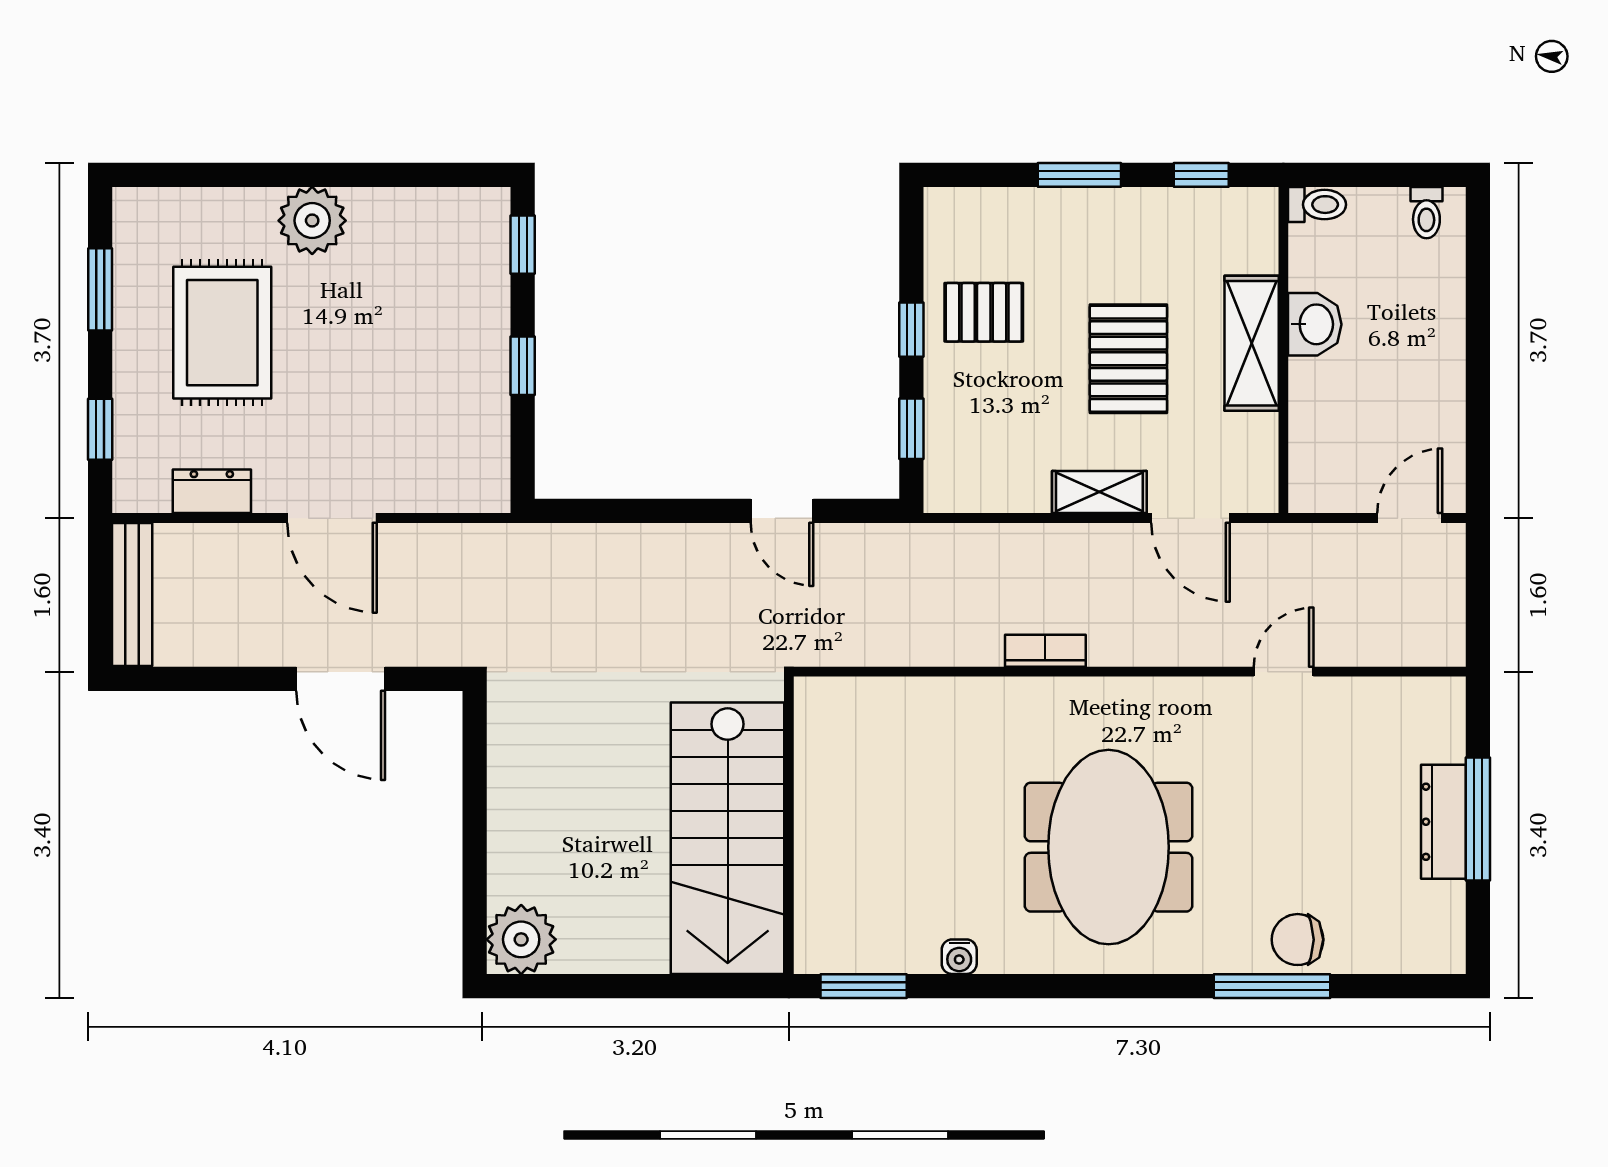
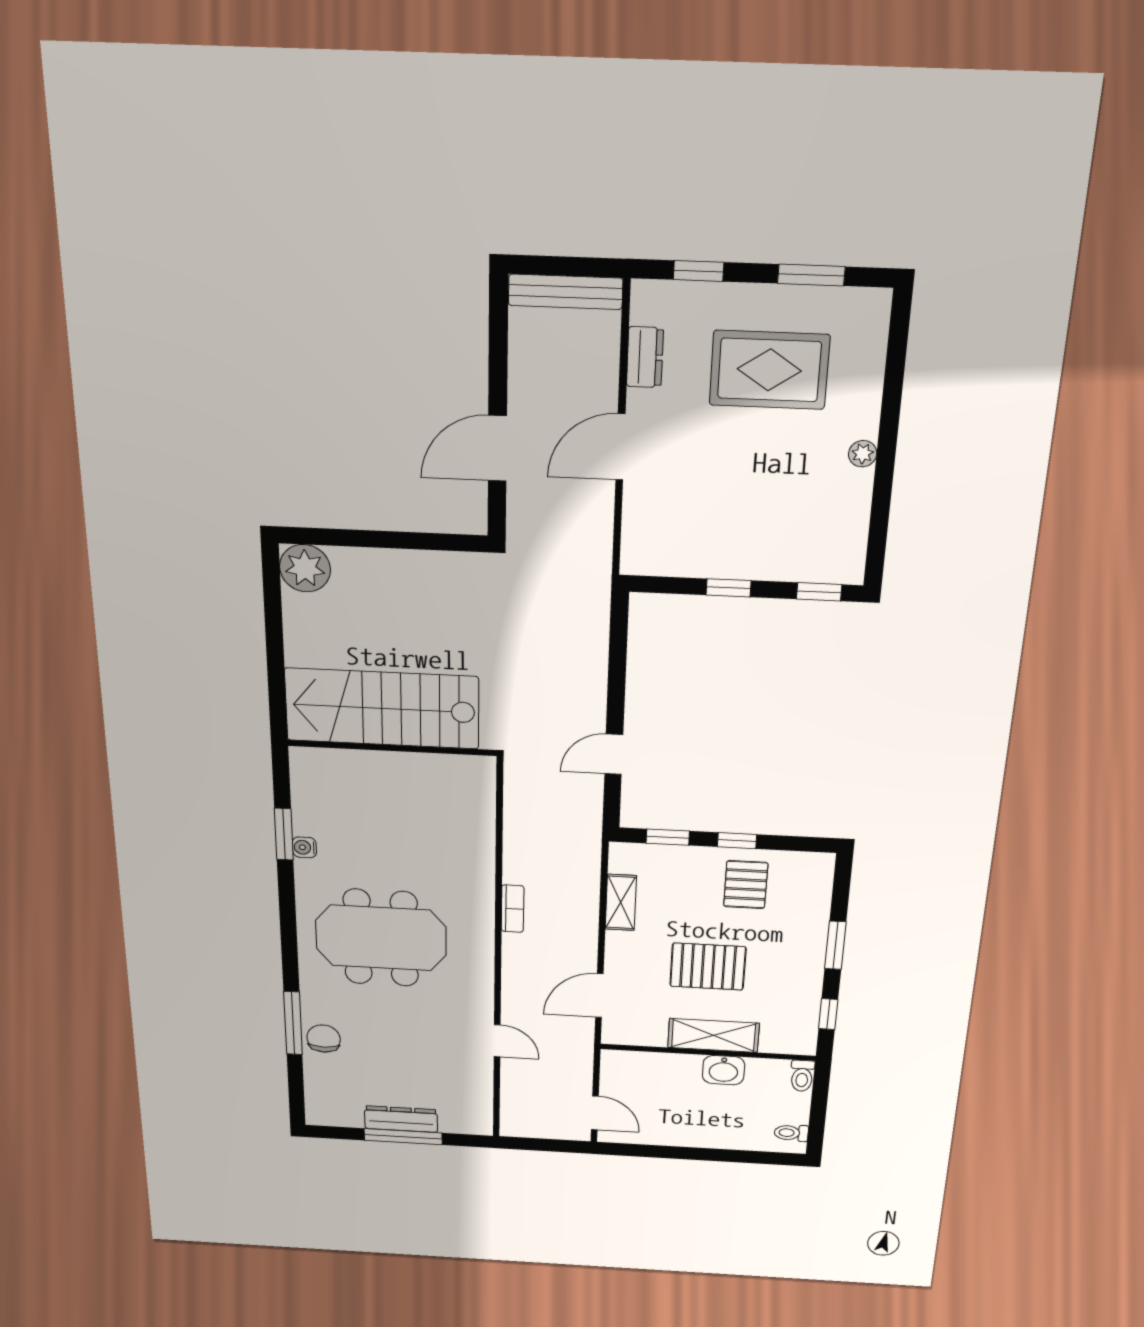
plant: (312, 221) -> (863, 454), width x0.53, depth x0.53
shelving: (1099, 492) -> (621, 902), moved
window: (864, 986) -> (284, 834), moved

